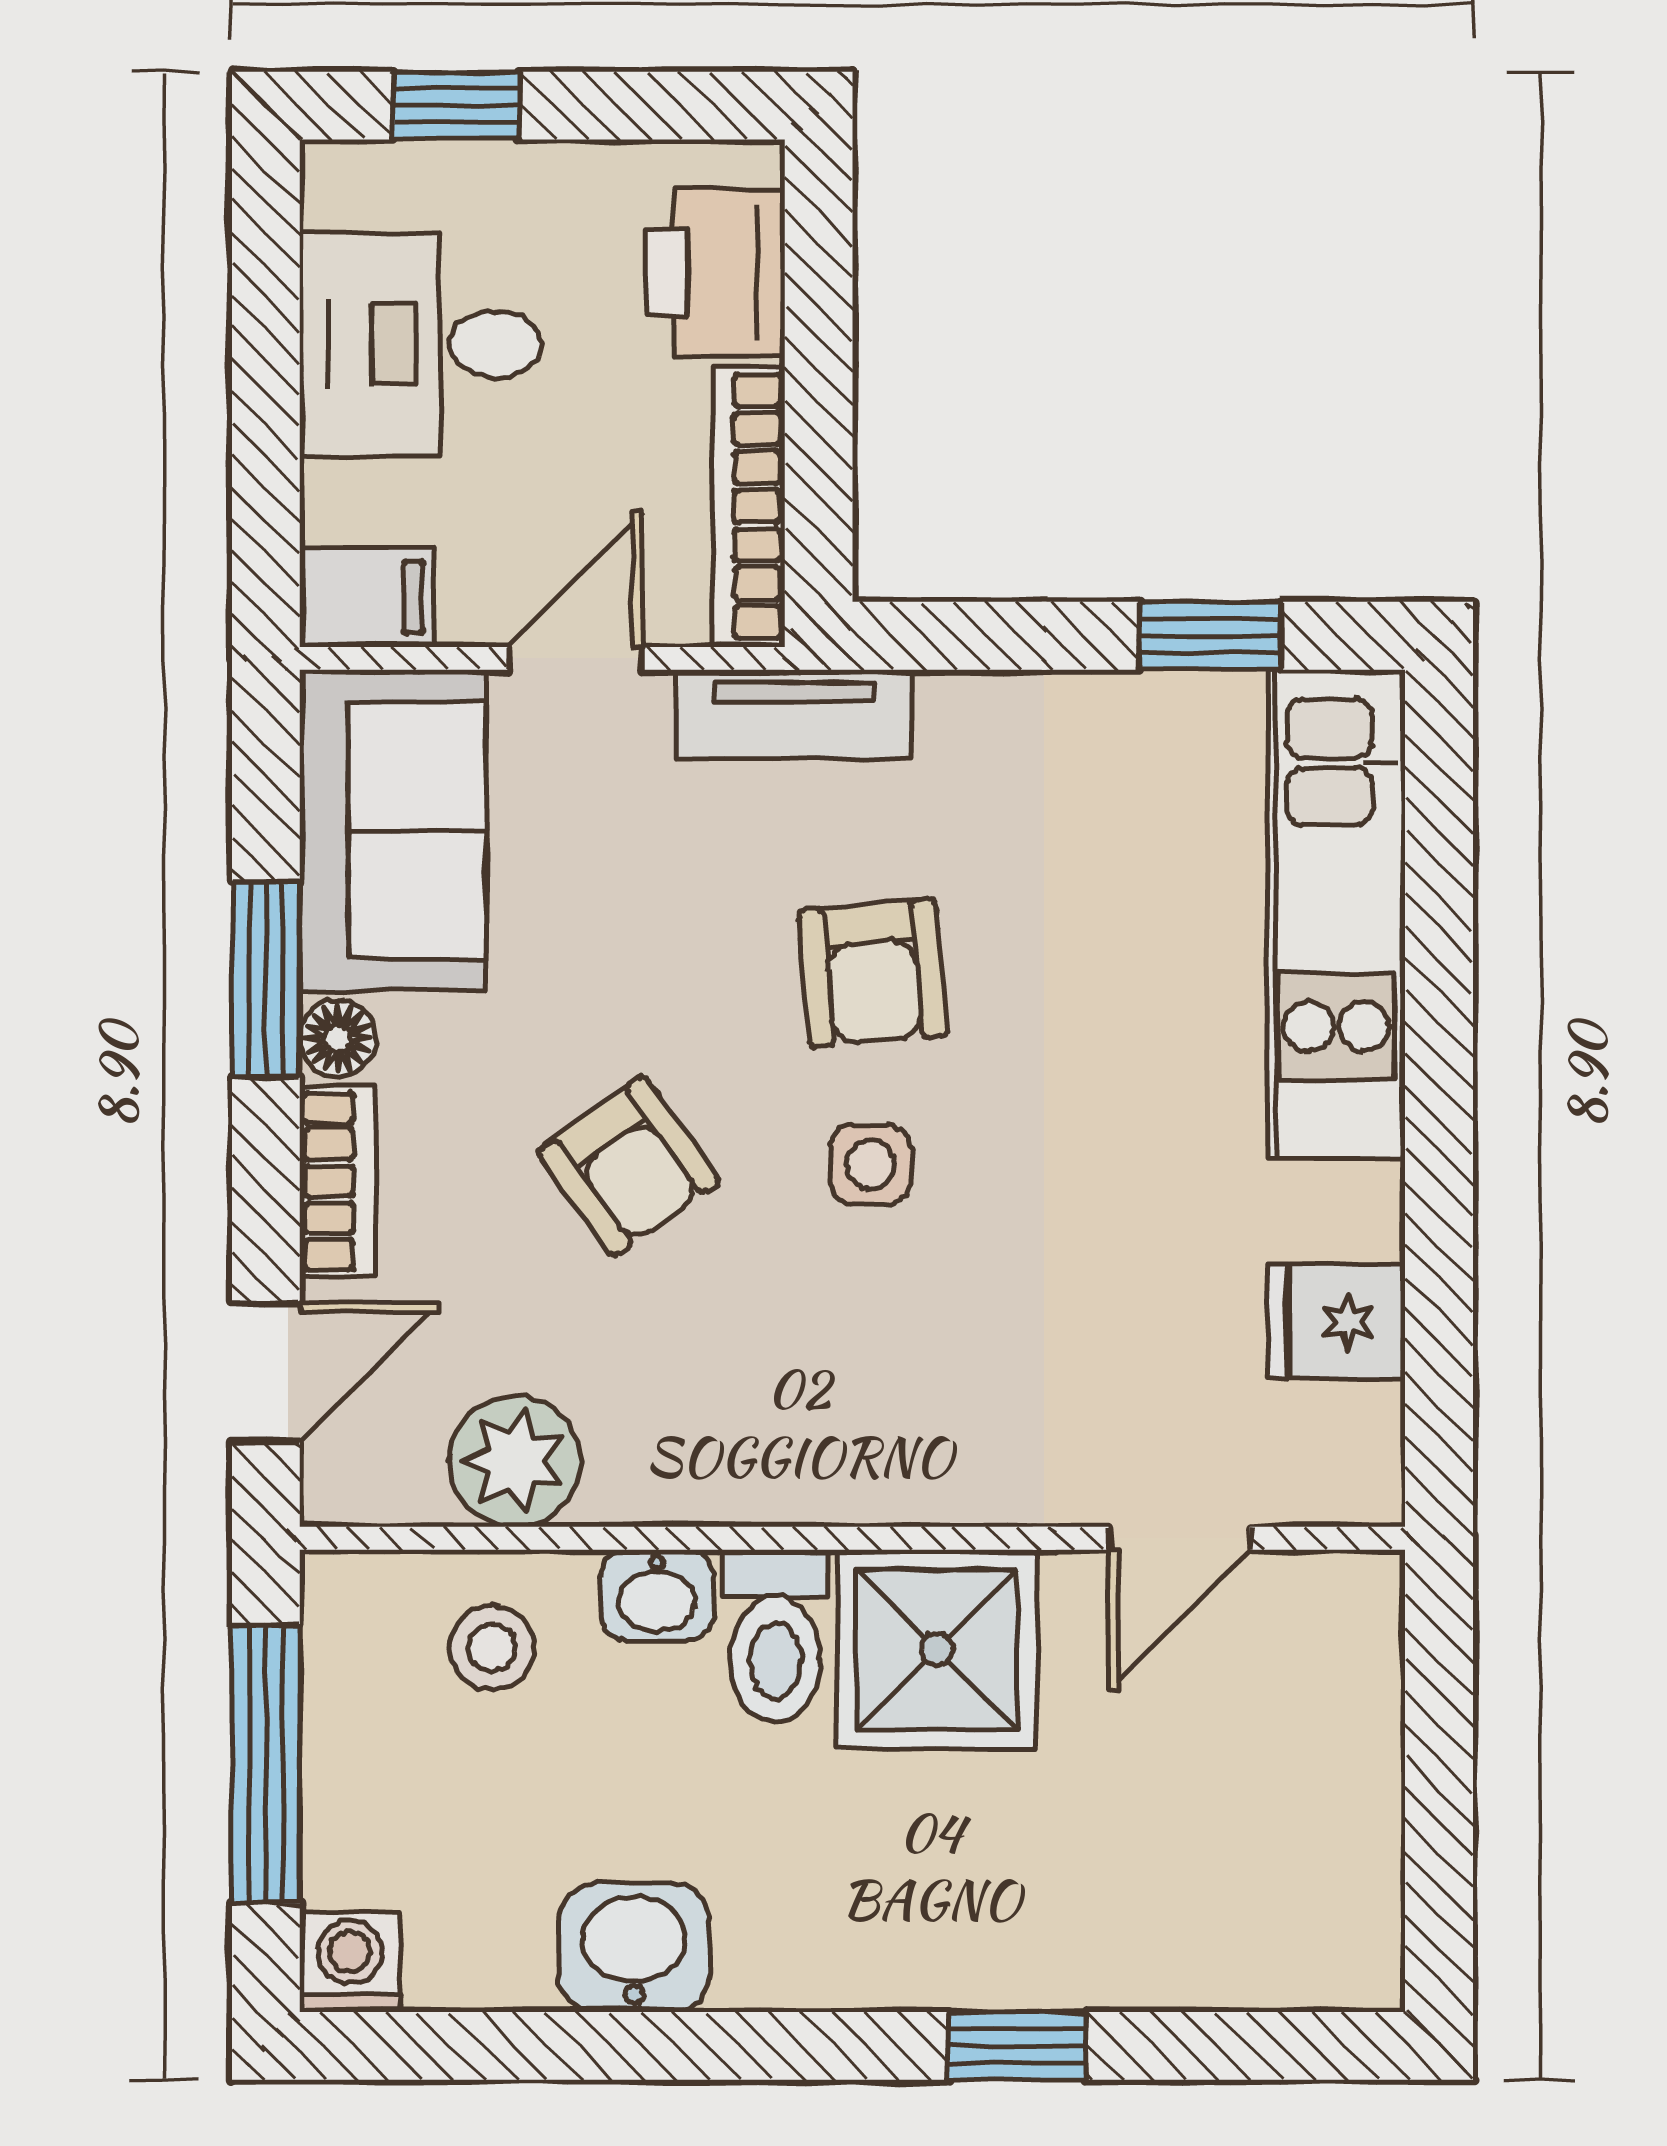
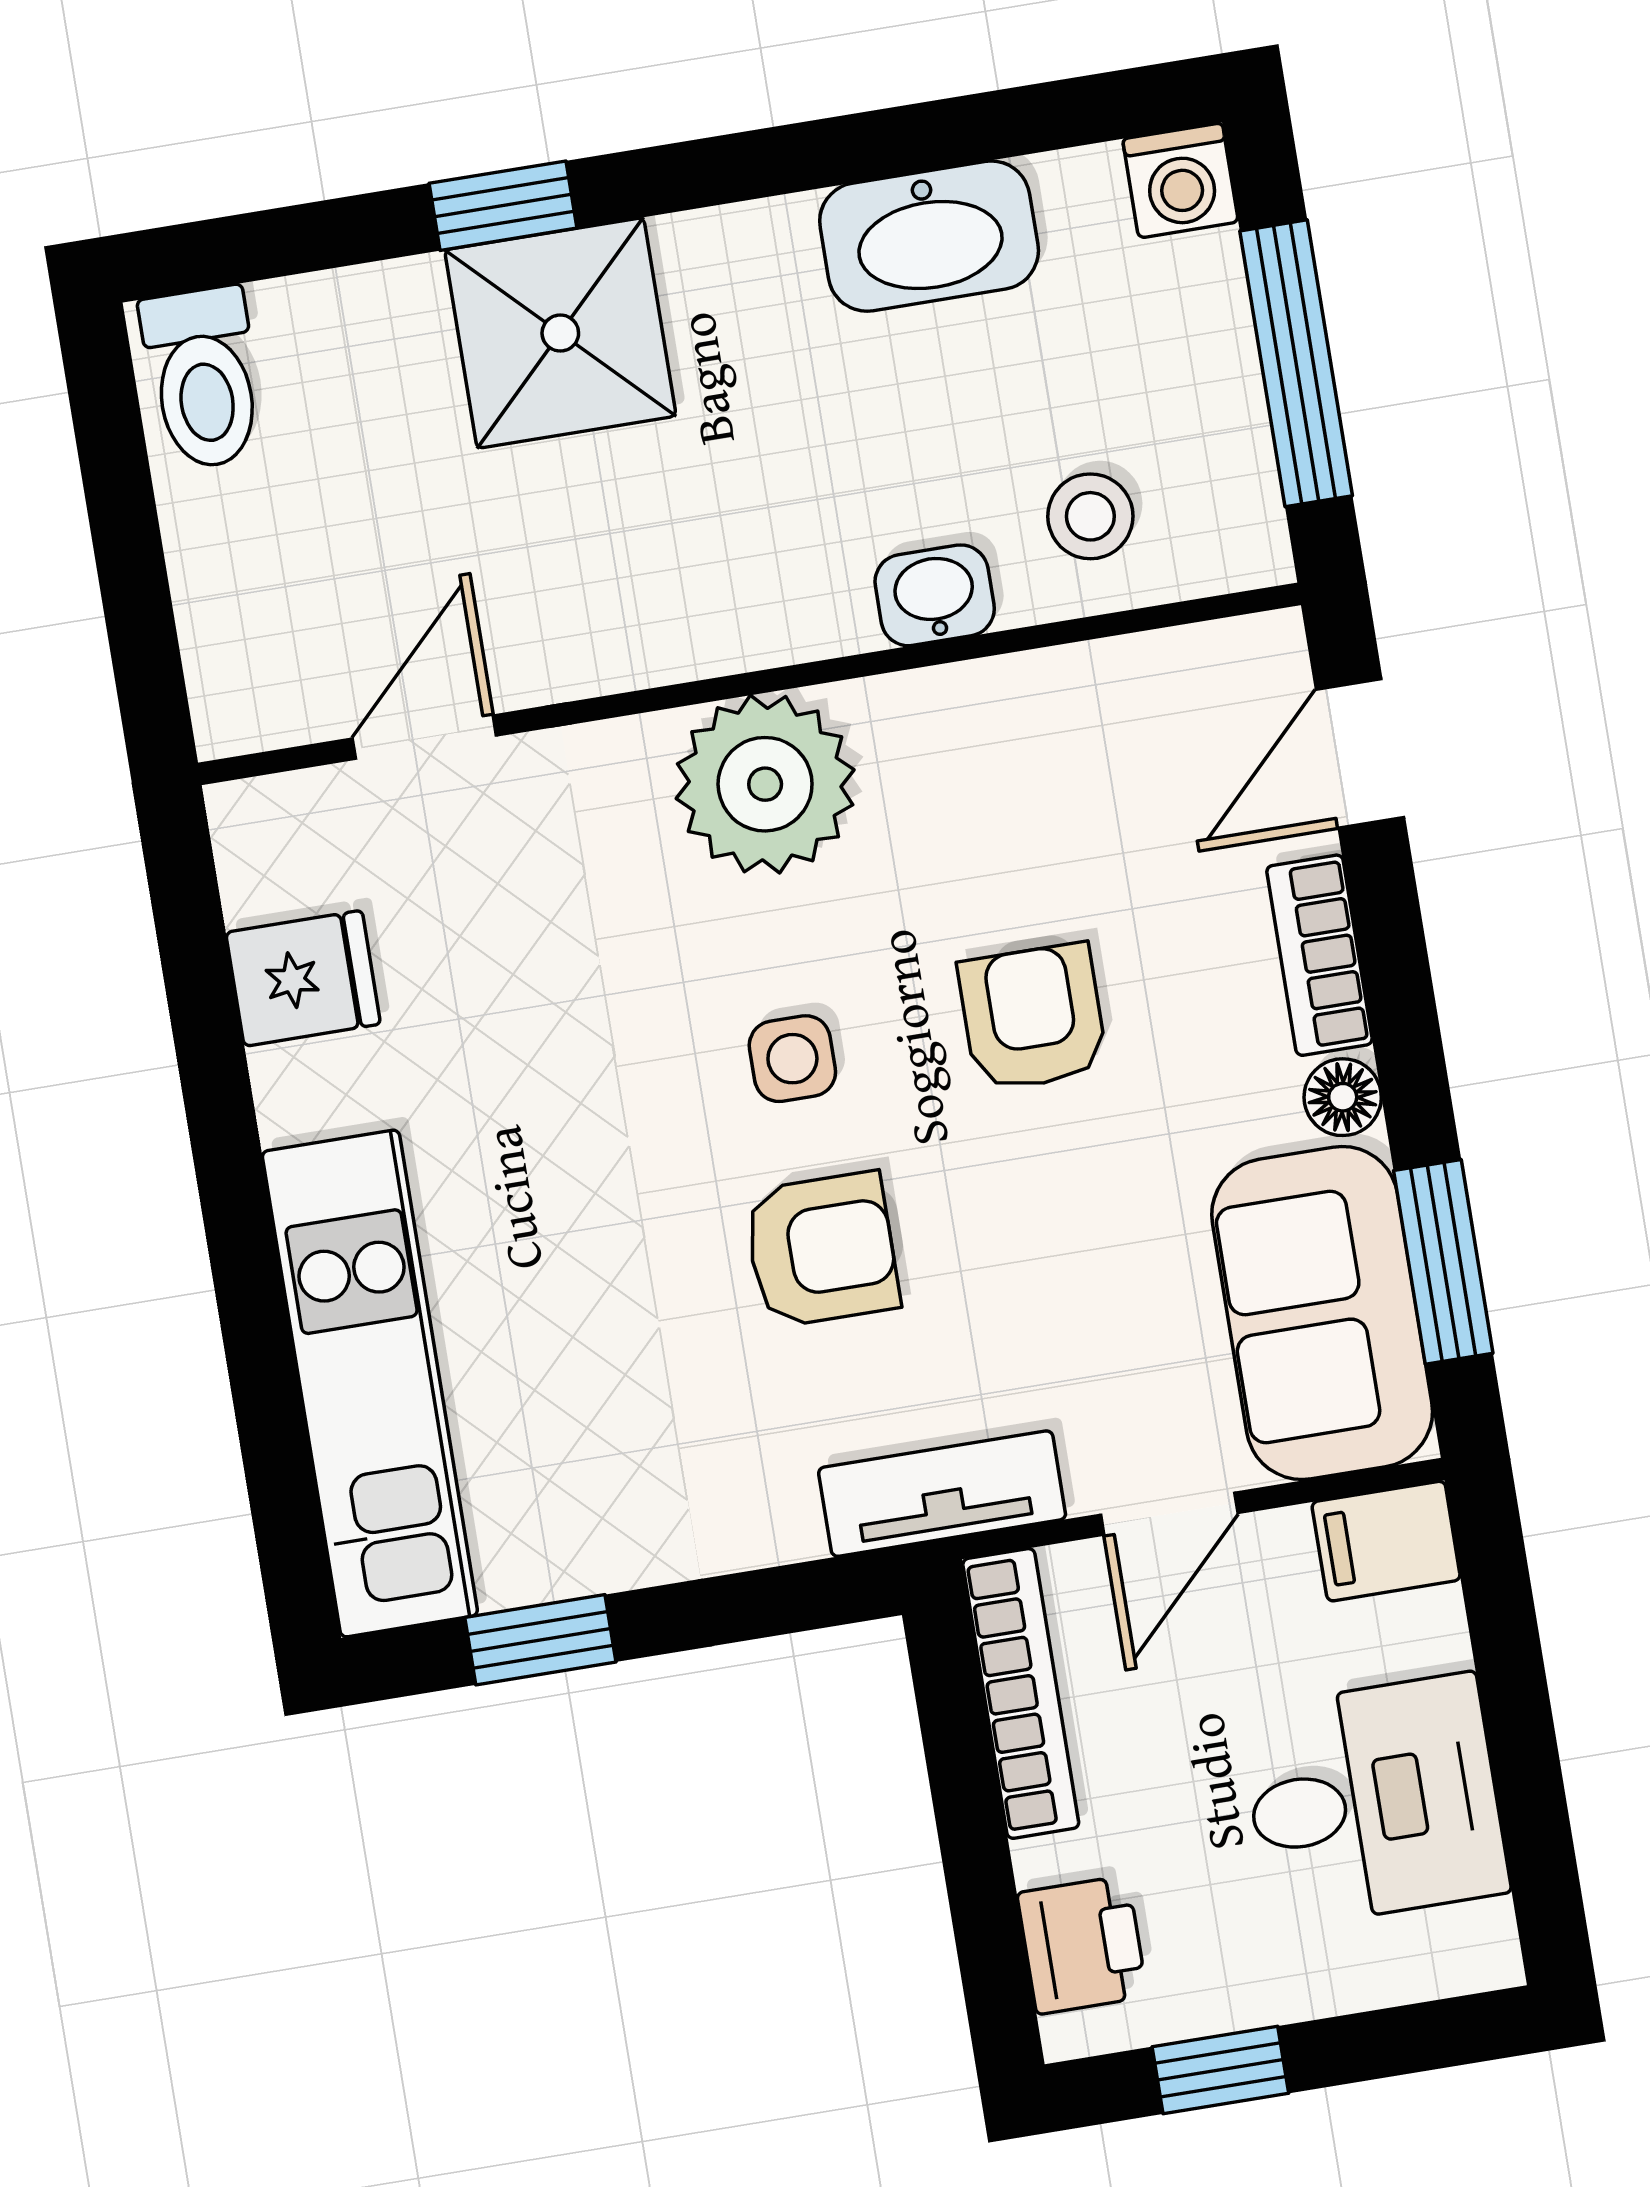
window: (457, 106) -> (1220, 2070), moved
printer: (716, 273) -> (1082, 1945), width x0.73, depth x0.81
armchair: (873, 973) -> (822, 1250), turned 95
window: (266, 979) -> (1443, 1262), moved
armchair: (629, 1166) -> (1033, 1017), turned 36
plant: (515, 1461) -> (765, 784), moved, width x1.36, depth x1.36
toilet: (775, 1636) -> (203, 378), moved, turned 180
shower: (937, 1650) -> (560, 333), moved
washbasin: (634, 1948) -> (929, 236), width x1.38

